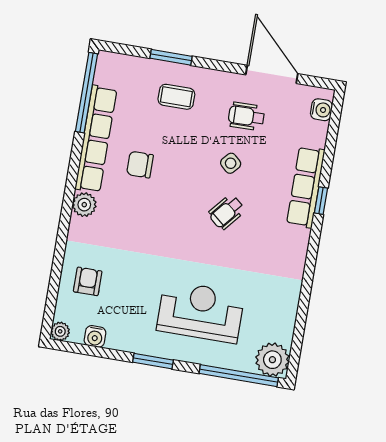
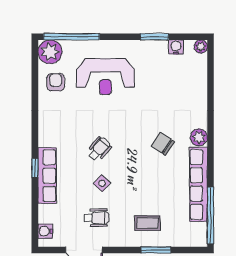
chair: (140, 165) -> (163, 144), moved, turned -146
armchair: (88, 281) -> (56, 82), moved, turned 180
window: (153, 361) -> (155, 37), moved

